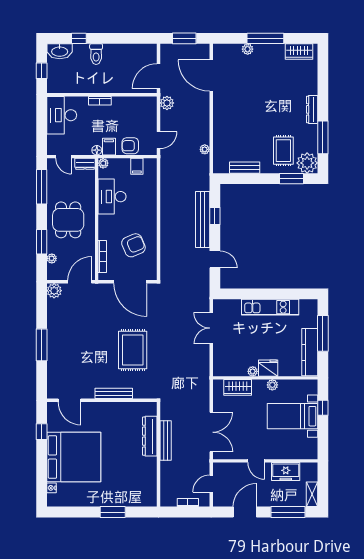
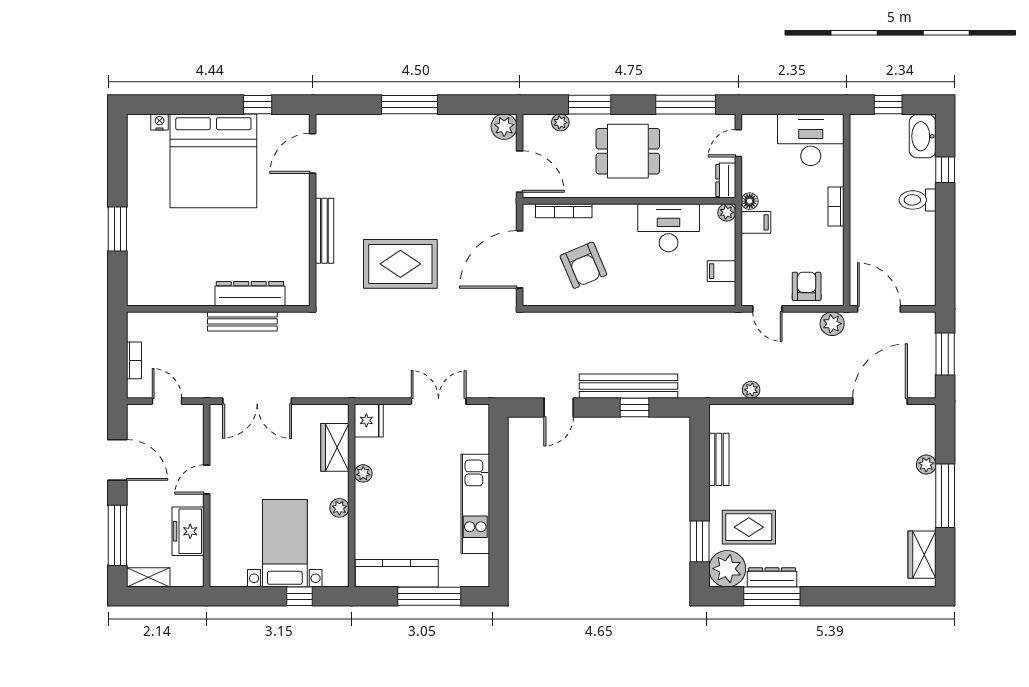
dresser: (312, 109) -> (772, 577), moved
armchair: (130, 146) -> (807, 286), moved
fridge: (268, 368) -> (369, 420), moved

